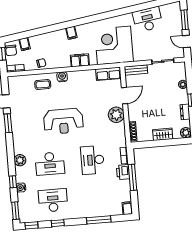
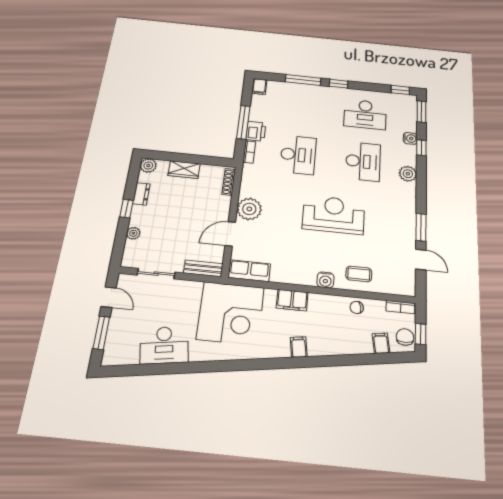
desk: (50, 164) -> (363, 161), turned 90
window: (58, 223) -> (339, 84), moved

